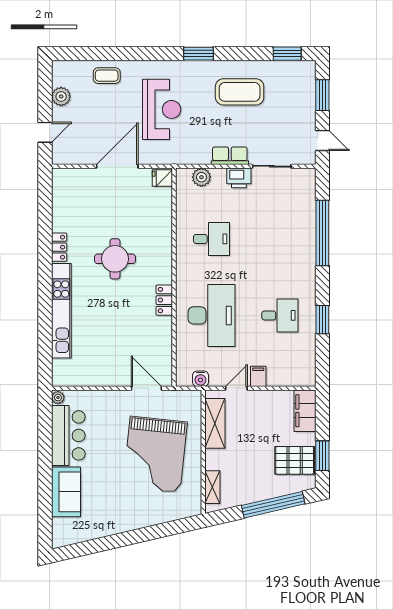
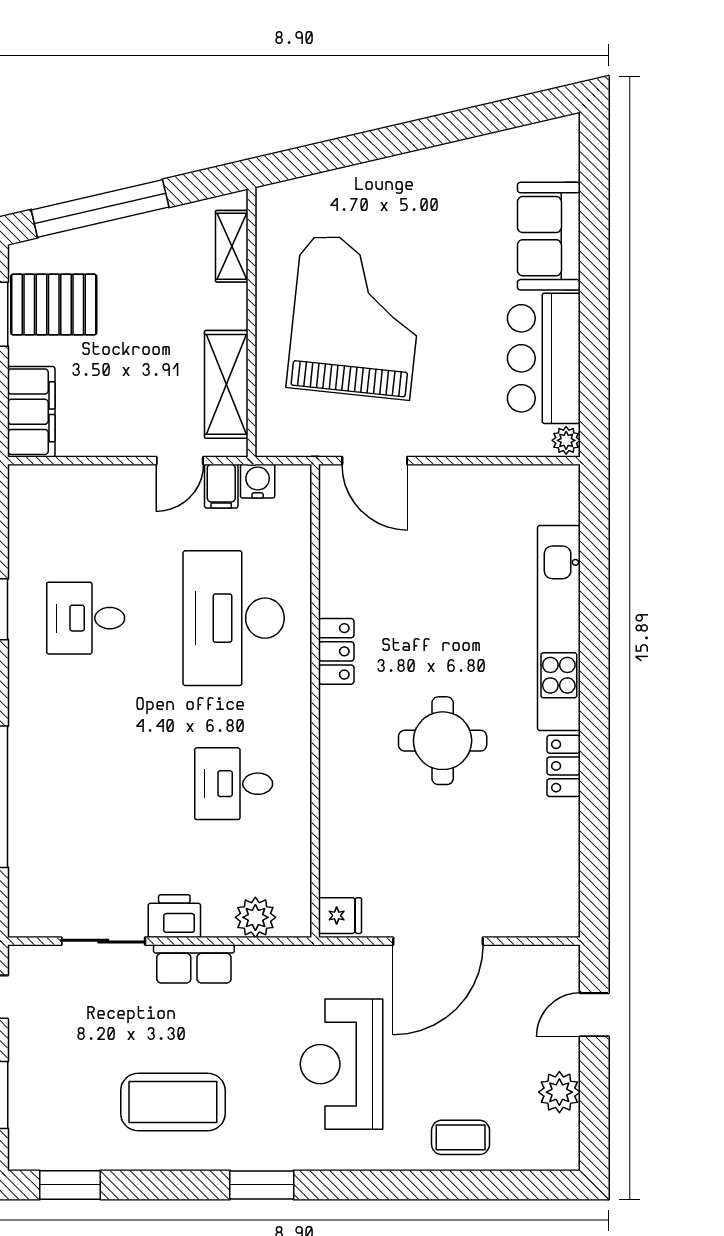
filing cabinet: (258, 376) -> (221, 486), moved

